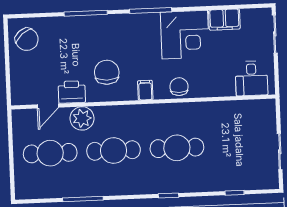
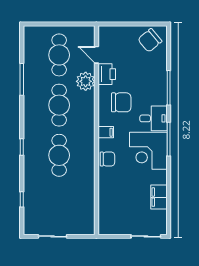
corner desk: (185, 35) -> (148, 151), moved
desk: (251, 78) -> (153, 118), moved, turned 180

